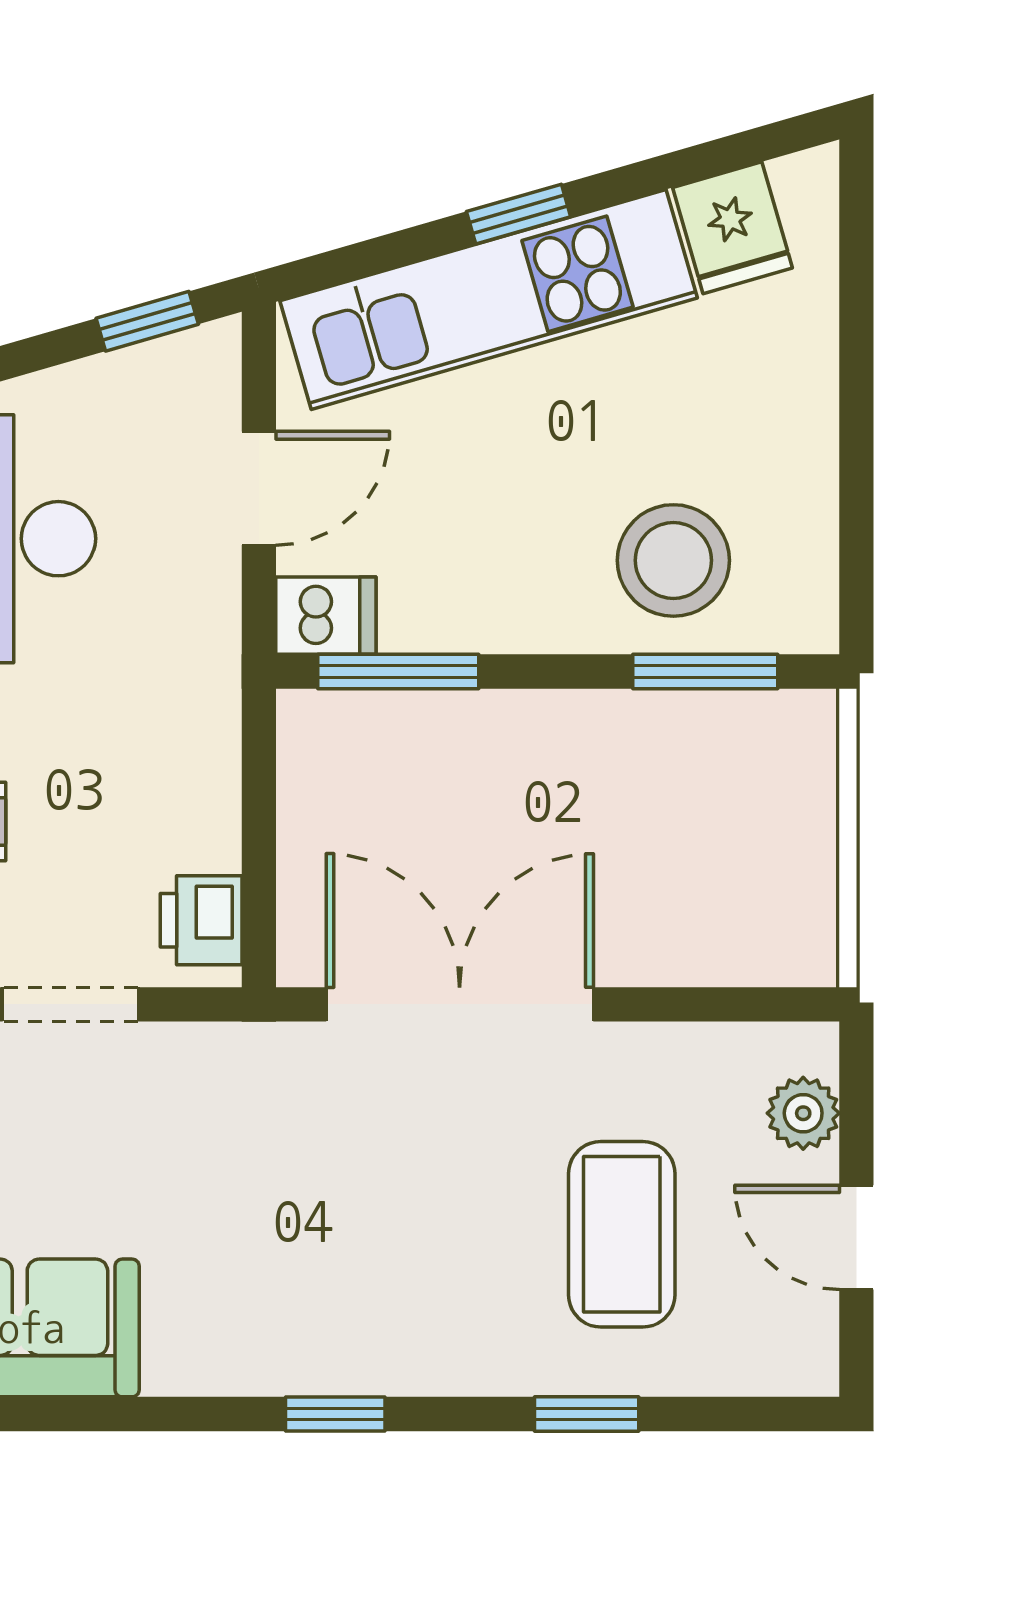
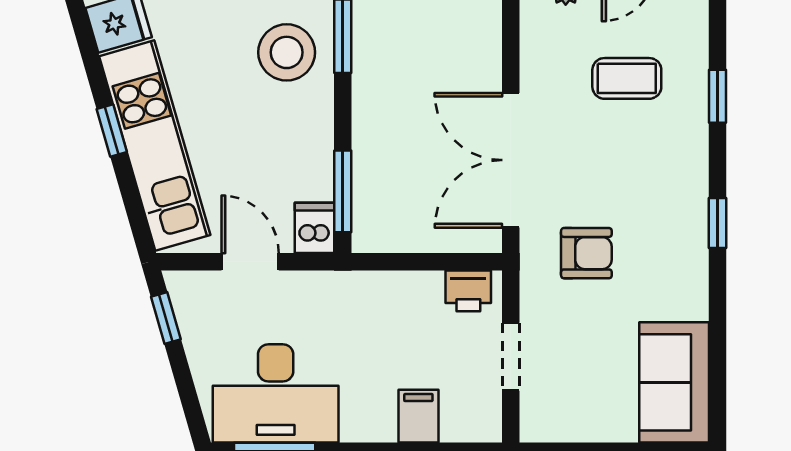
armchair: (276, 1154) -> (586, 253), added
coffee table: (622, 1234) -> (627, 78), width x0.73, depth x0.77

